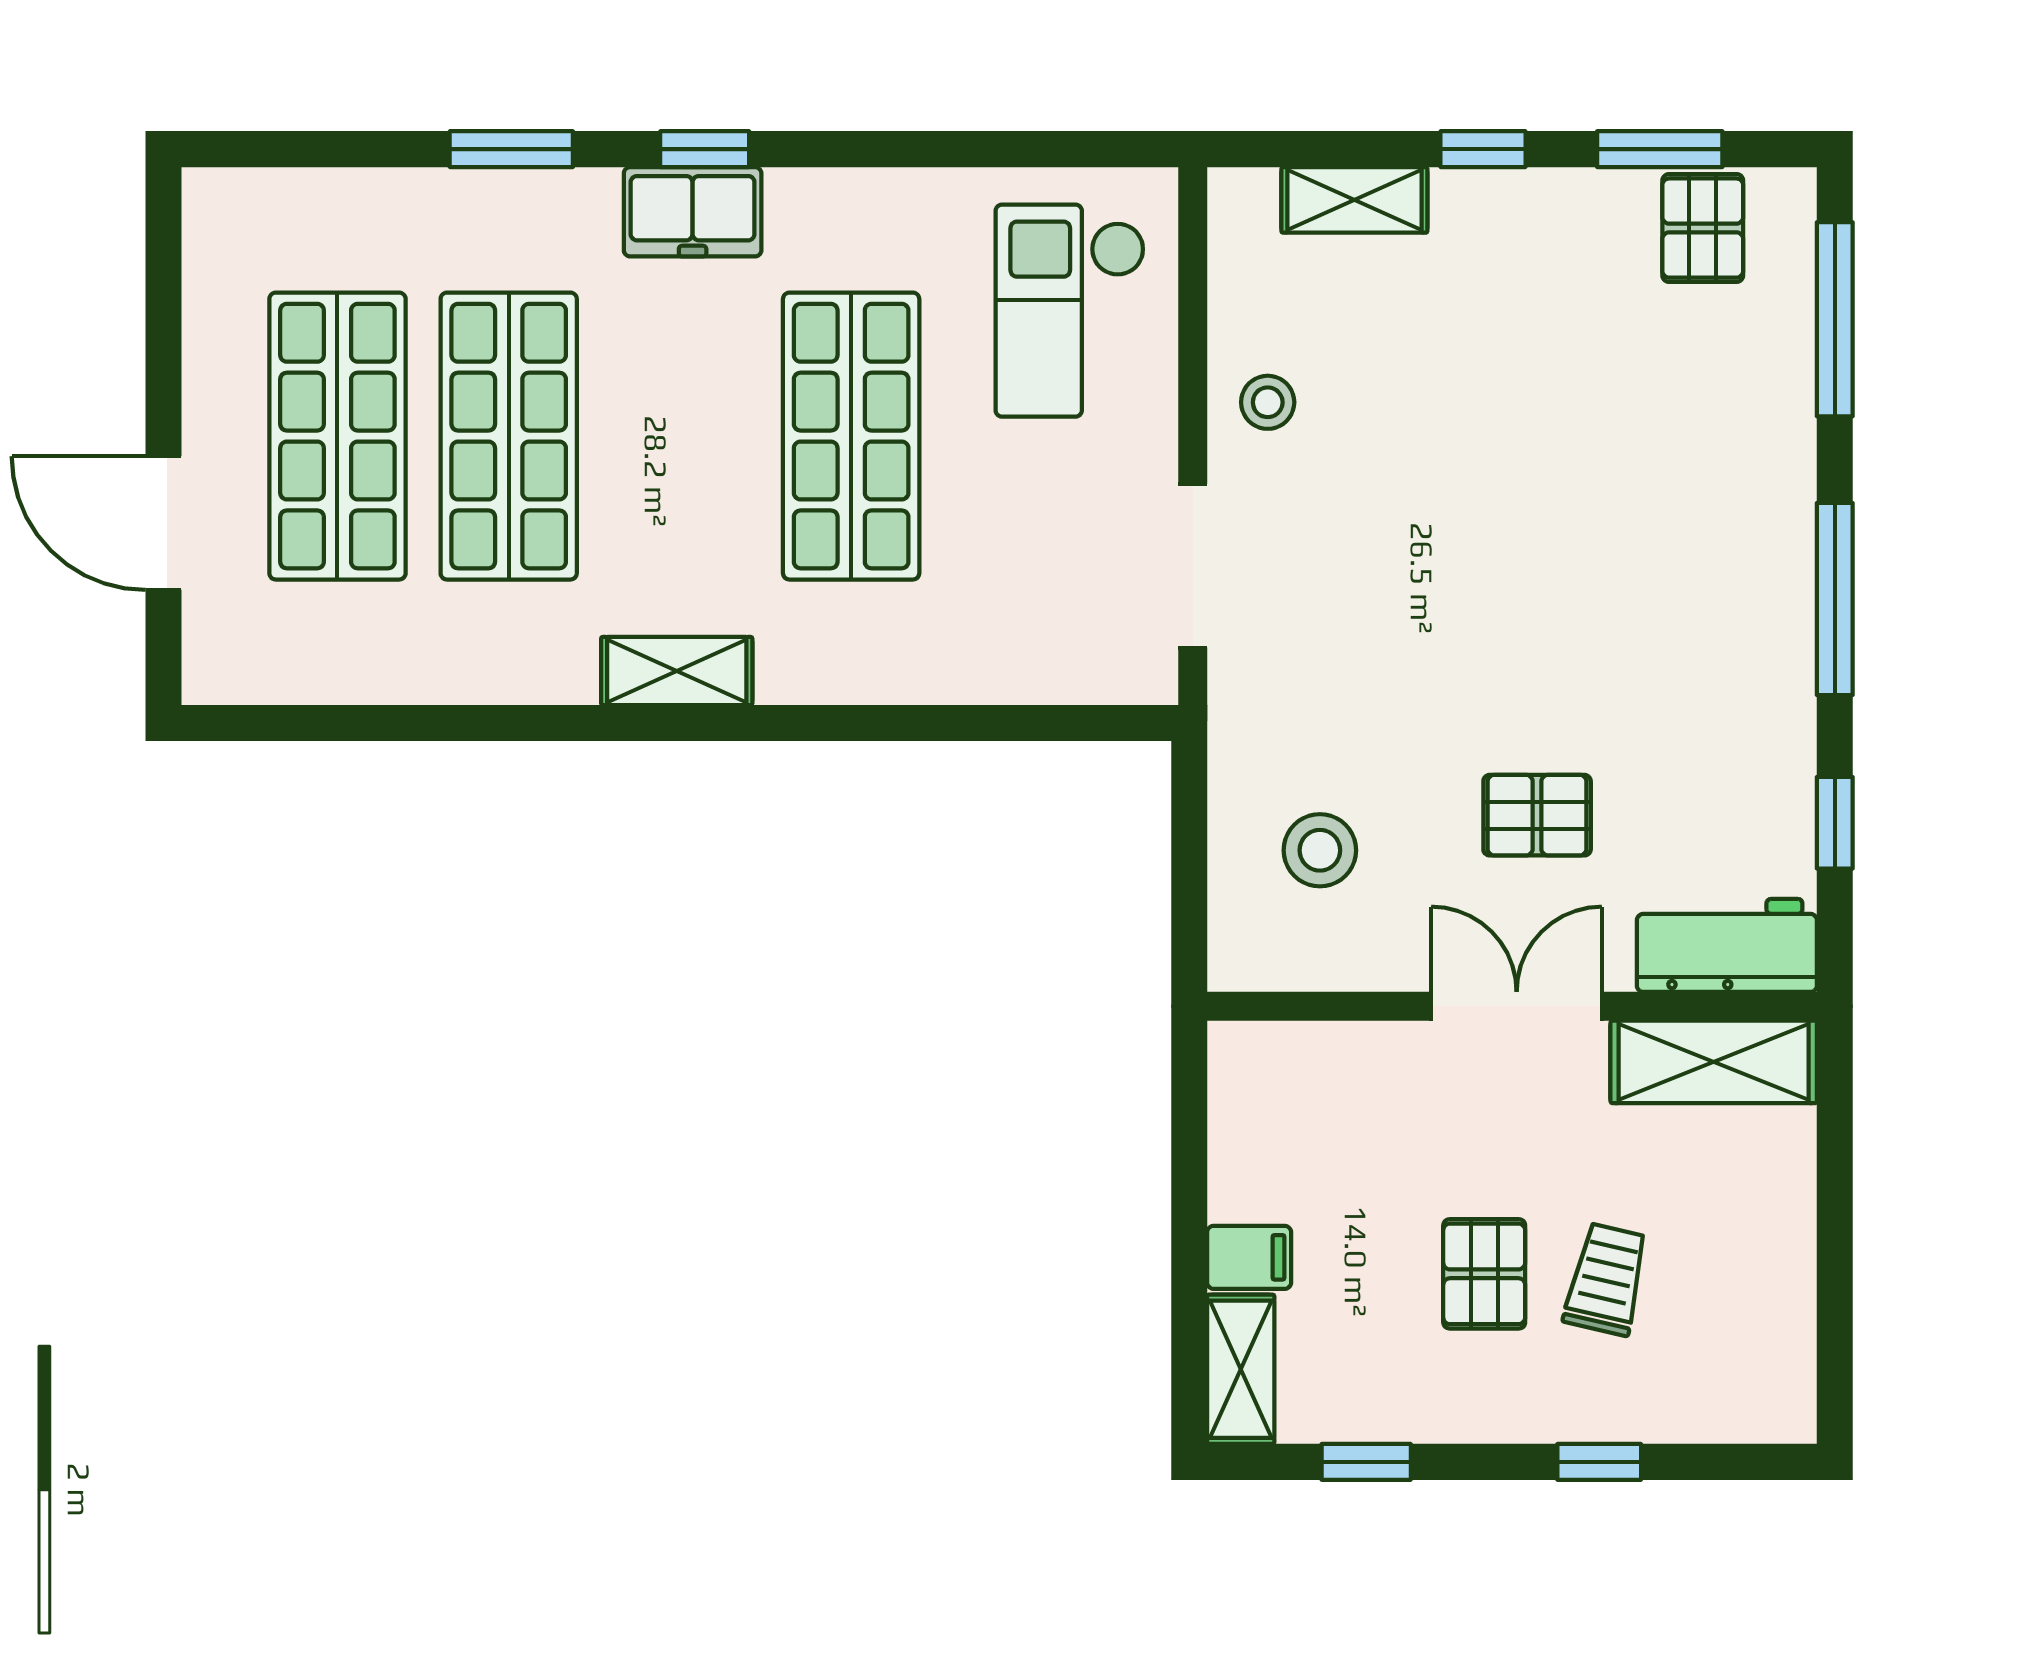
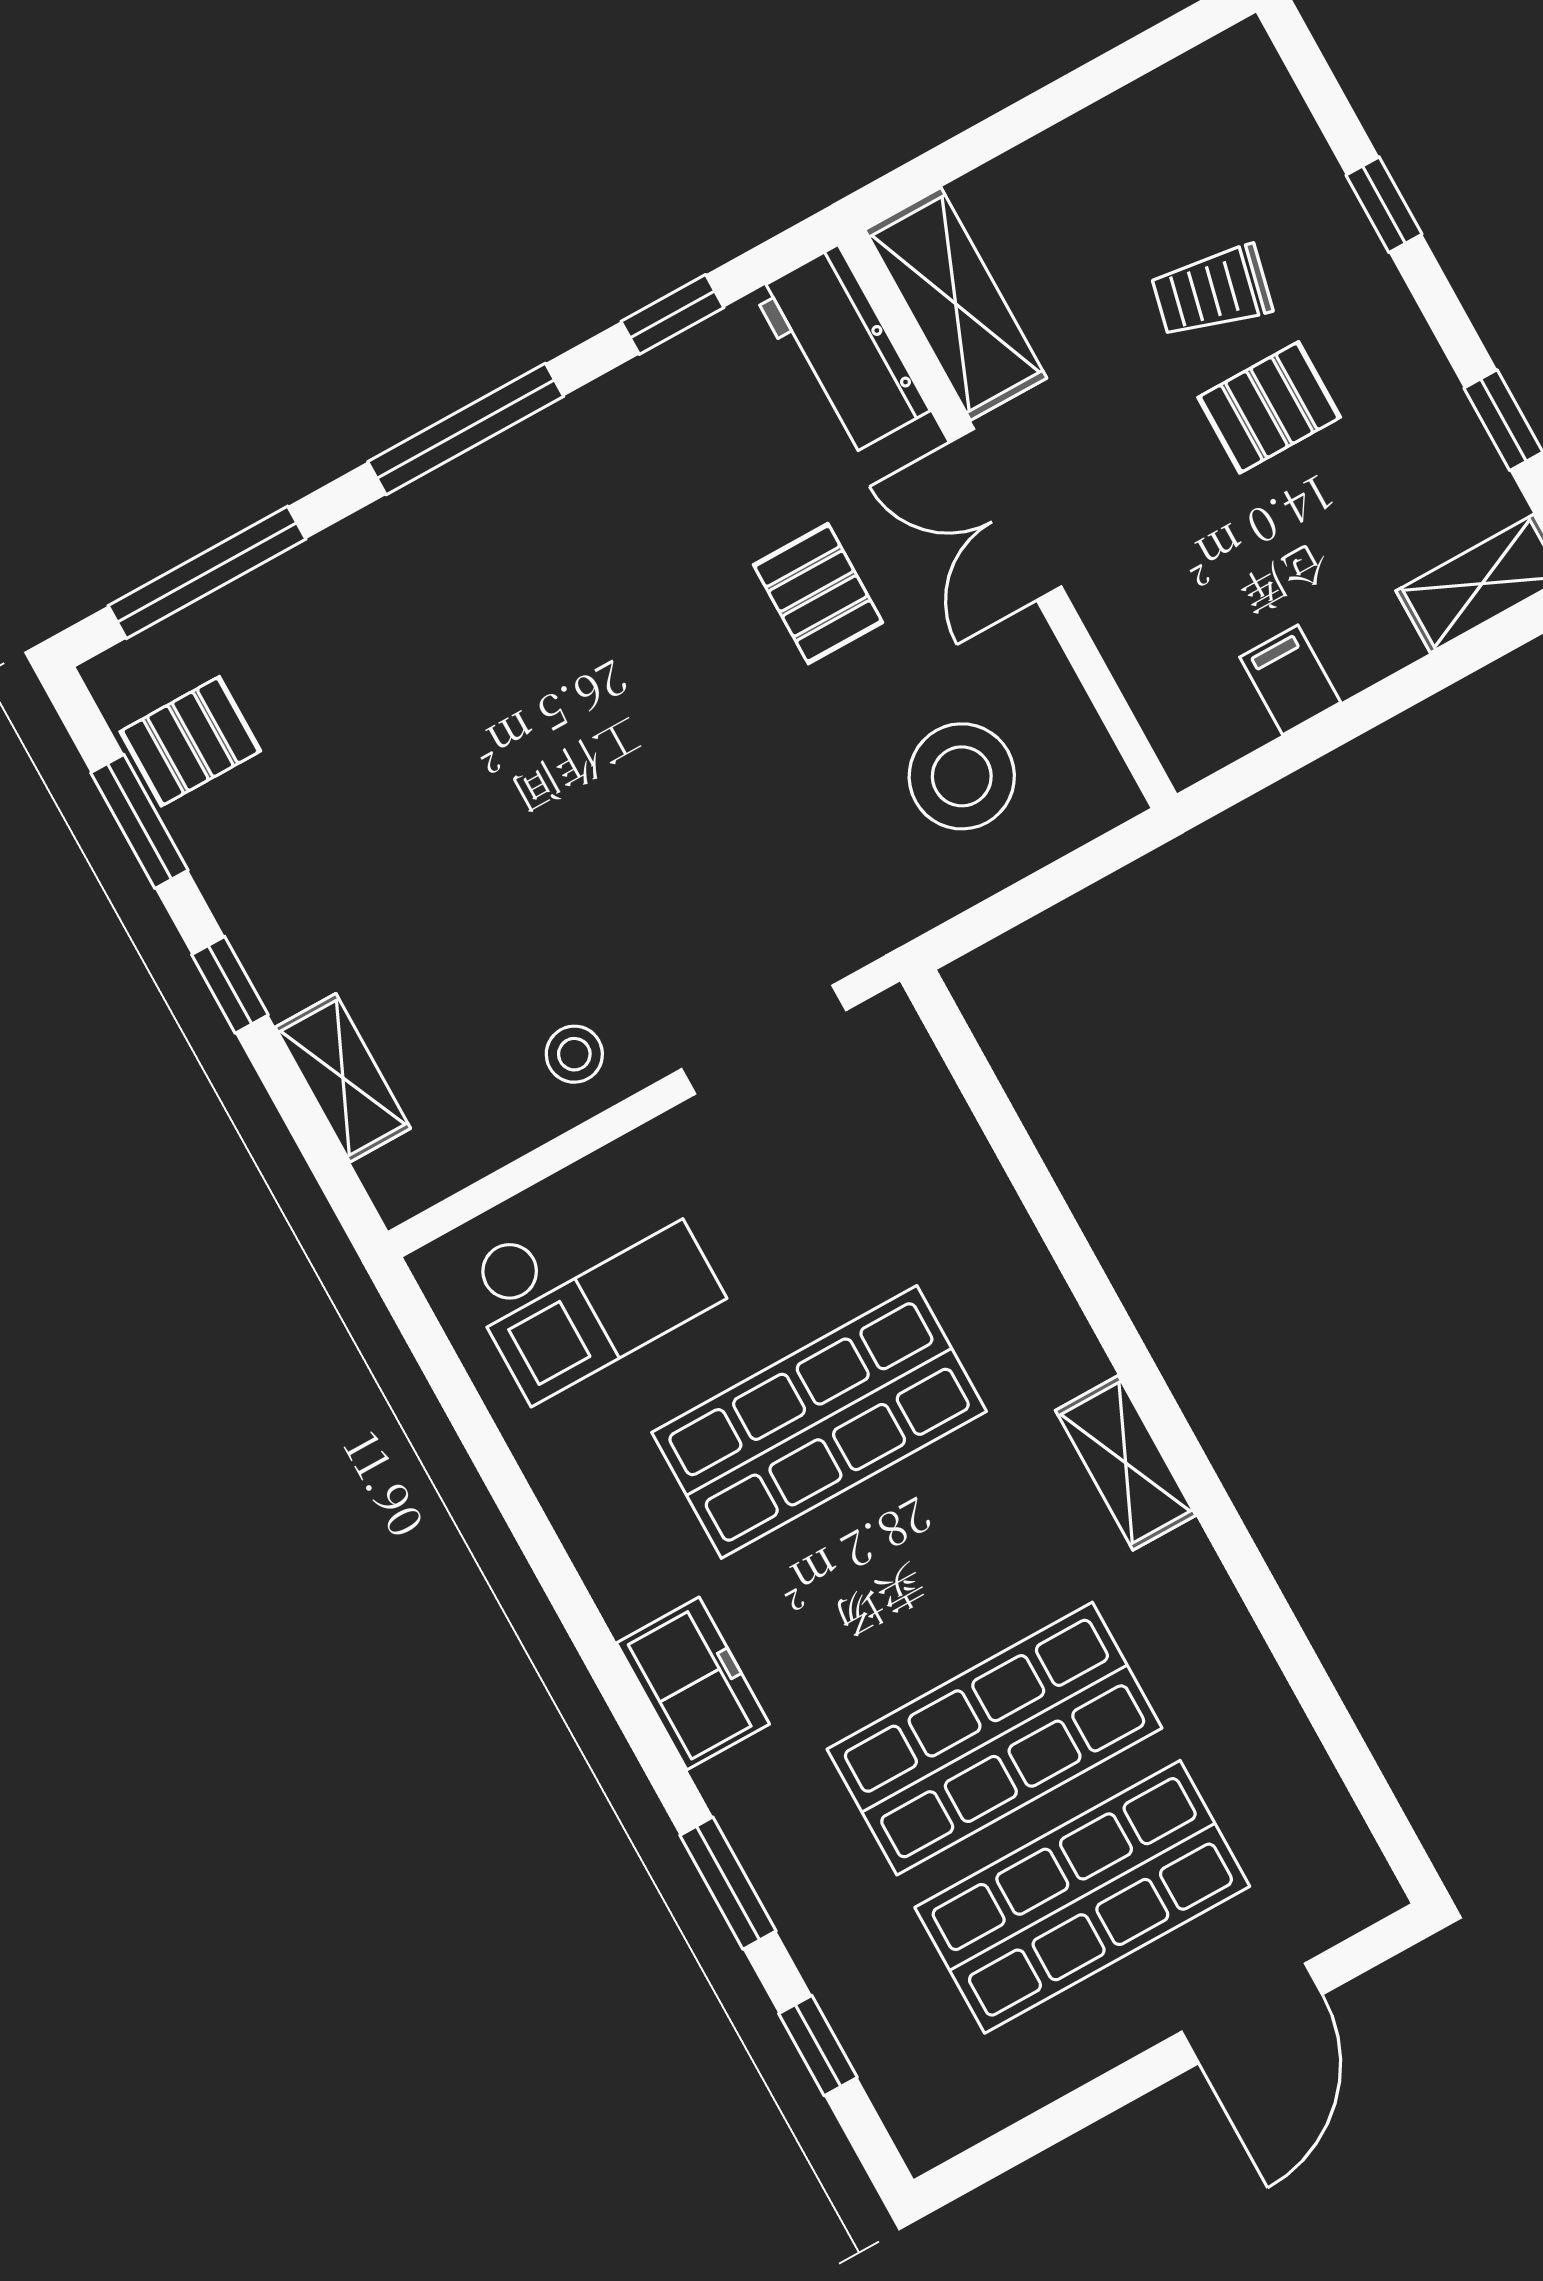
window: (705, 149) -> (818, 2046), moved
stool: (1320, 850) -> (962, 776), width x1.38, depth x1.38
filing cabinet: (1249, 1257) -> (1290, 680), moved

